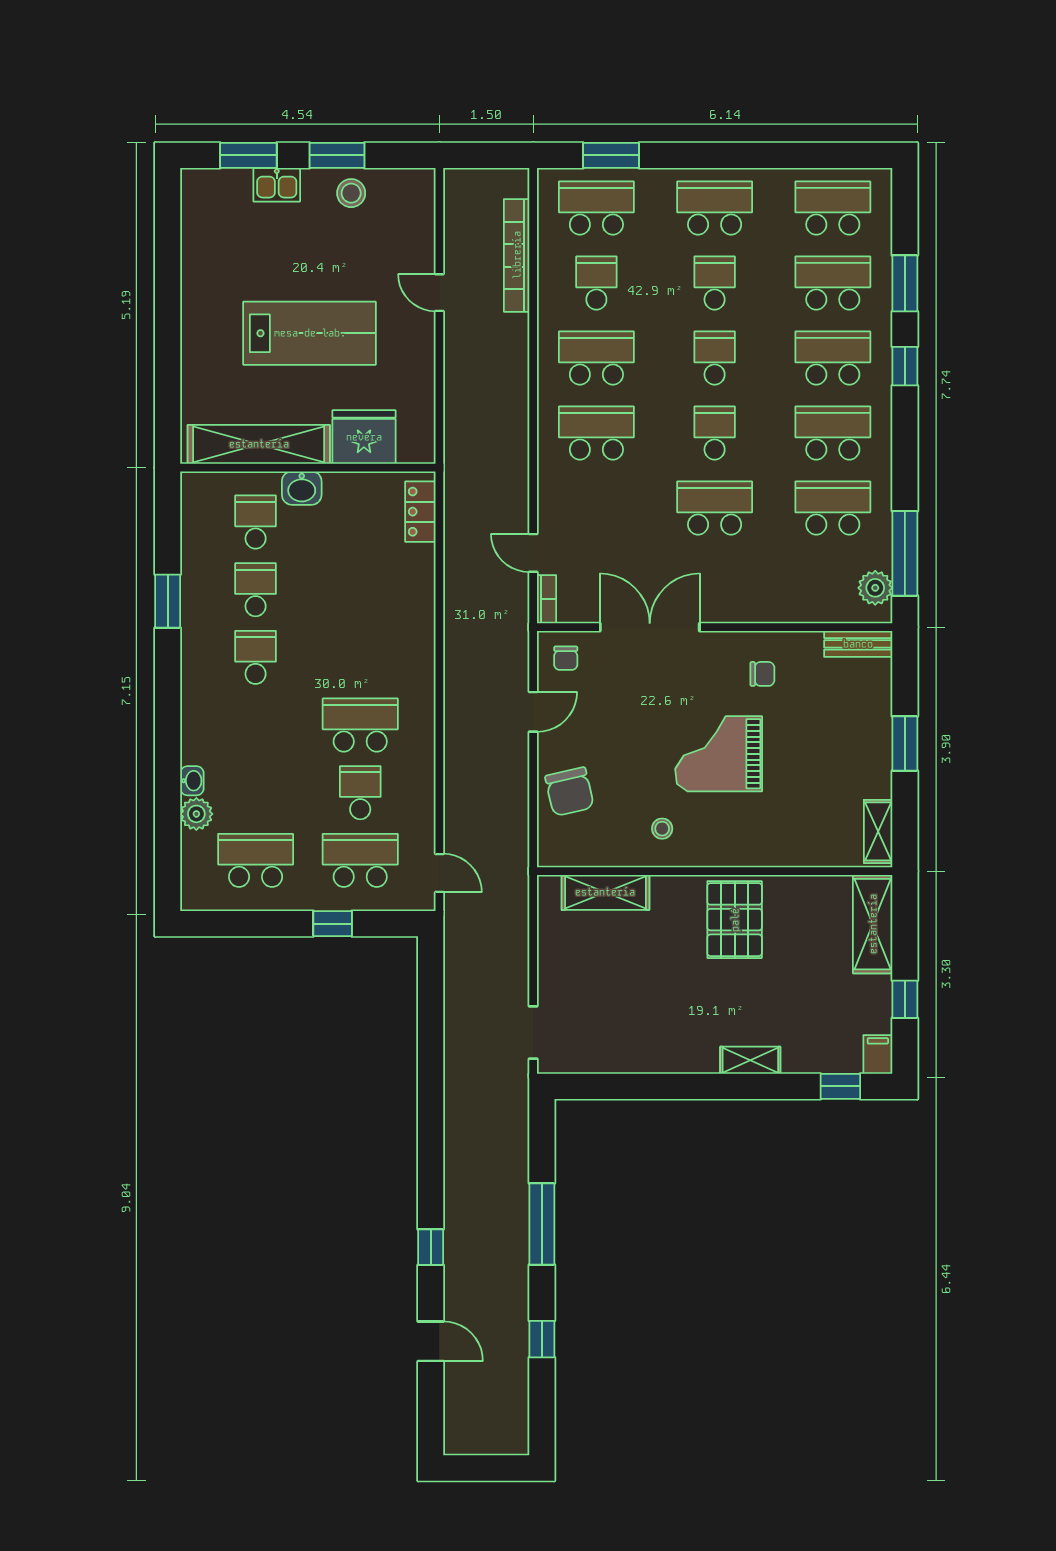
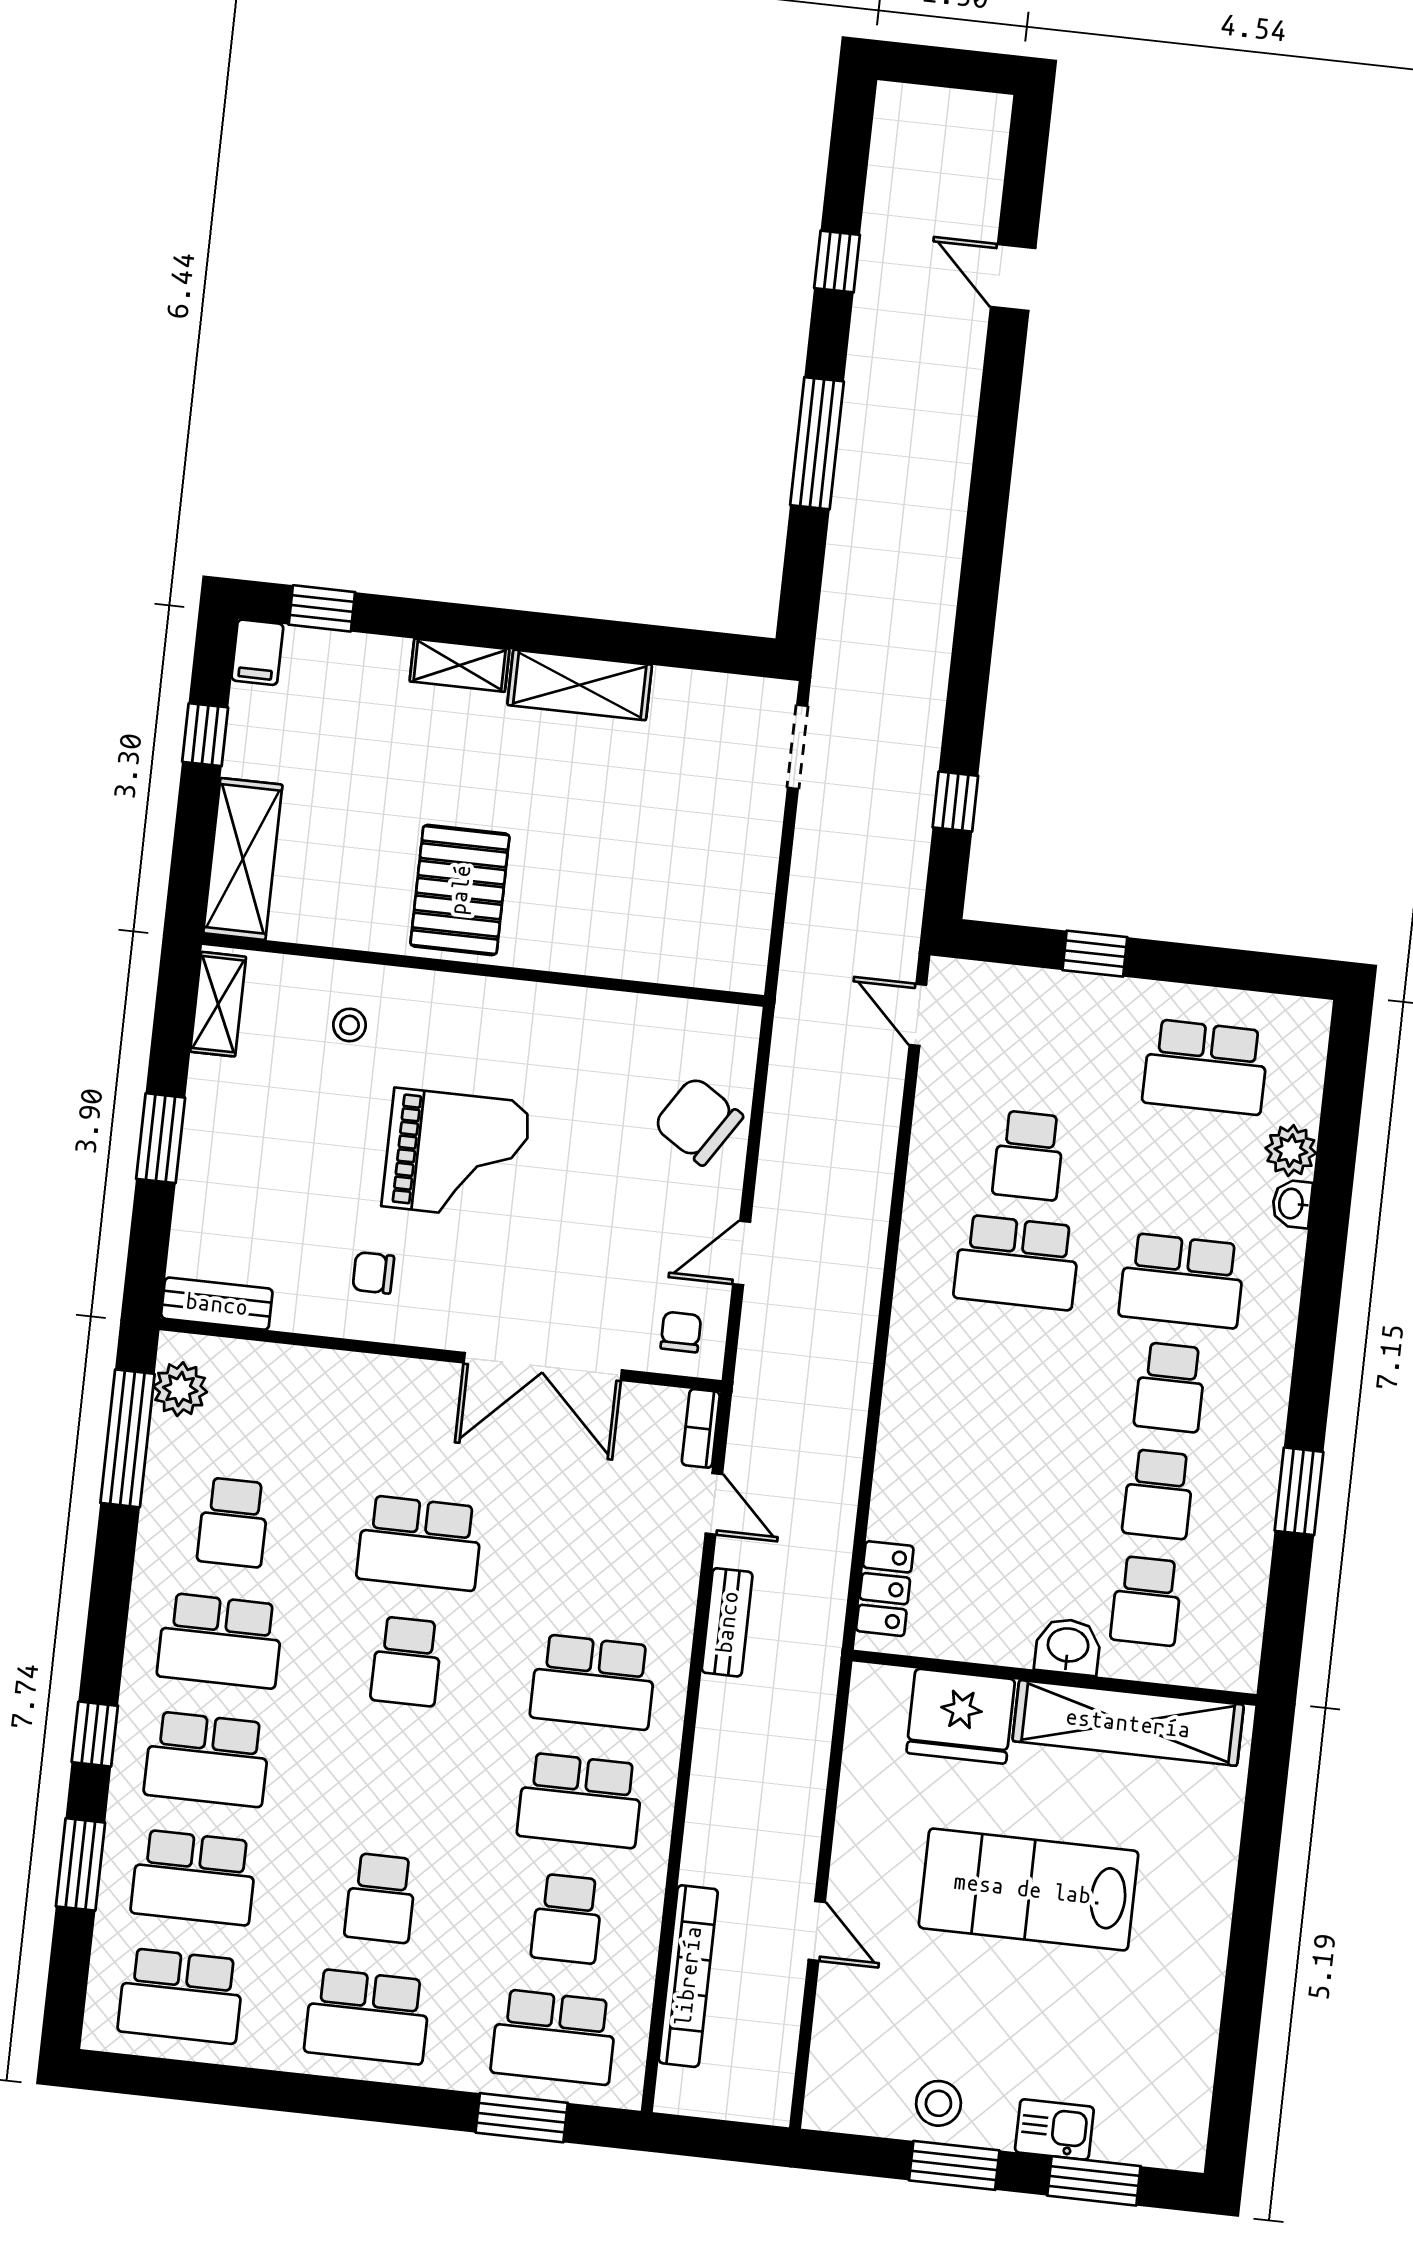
school desk: (715, 358) -> (394, 1780), removed
bench: (517, 480) -> (727, 1622), added
school desk: (833, 508) -> (233, 1522), width x0.54
chair: (570, 792) -> (698, 1121), turned -44
stool: (662, 829) -> (350, 1025), moved
school desk: (360, 860) -> (1182, 1281), moved
shelving: (605, 892) -> (580, 685), moved
window: (431, 1247) -> (955, 802), moved

